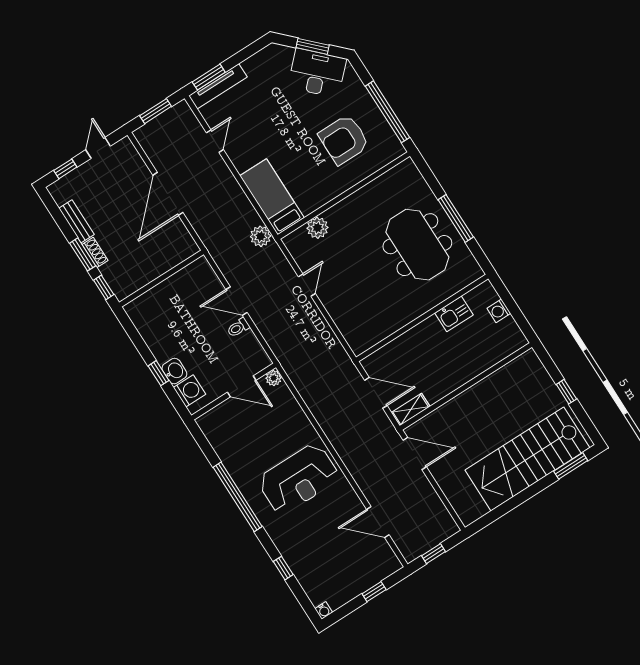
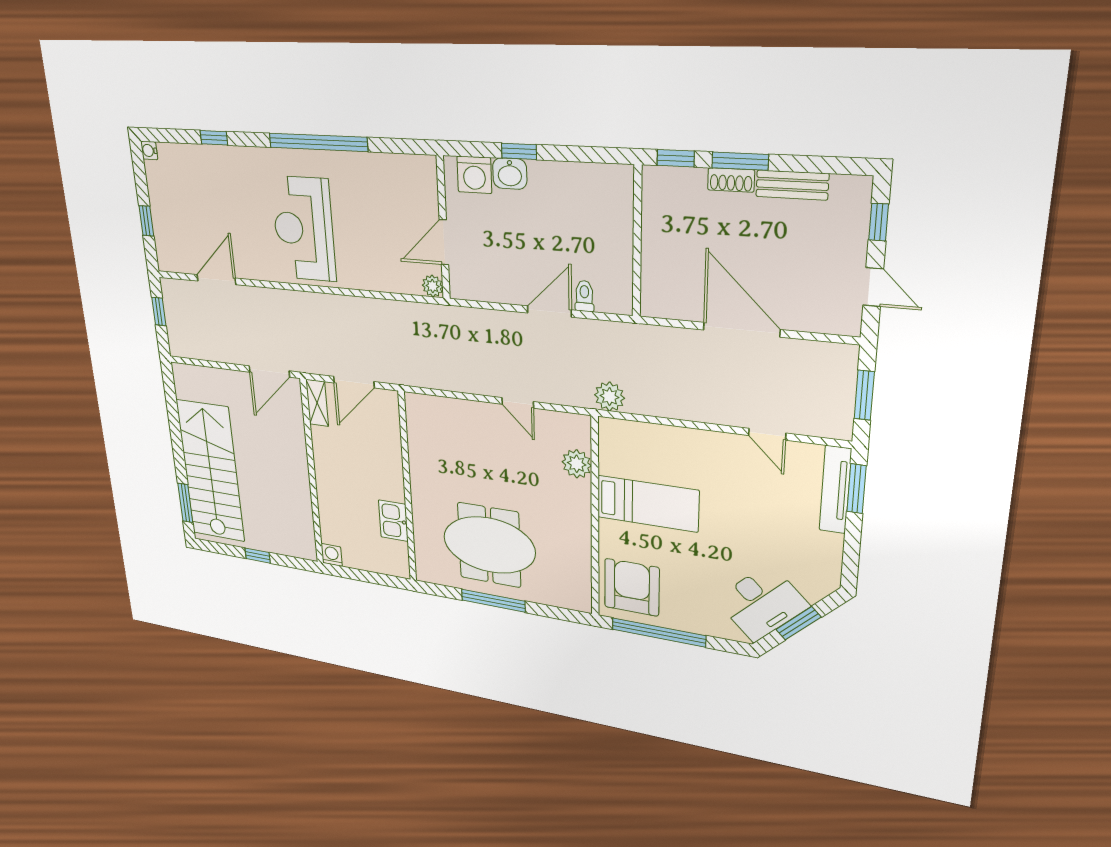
armchair: (344, 140) -> (632, 587), moved
bed: (272, 197) -> (648, 504), moved
washing machine: (499, 311) -> (332, 555), moved
toilet: (238, 328) -> (584, 296), moved

